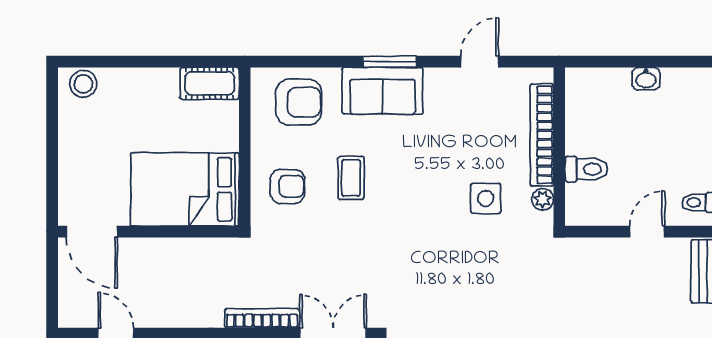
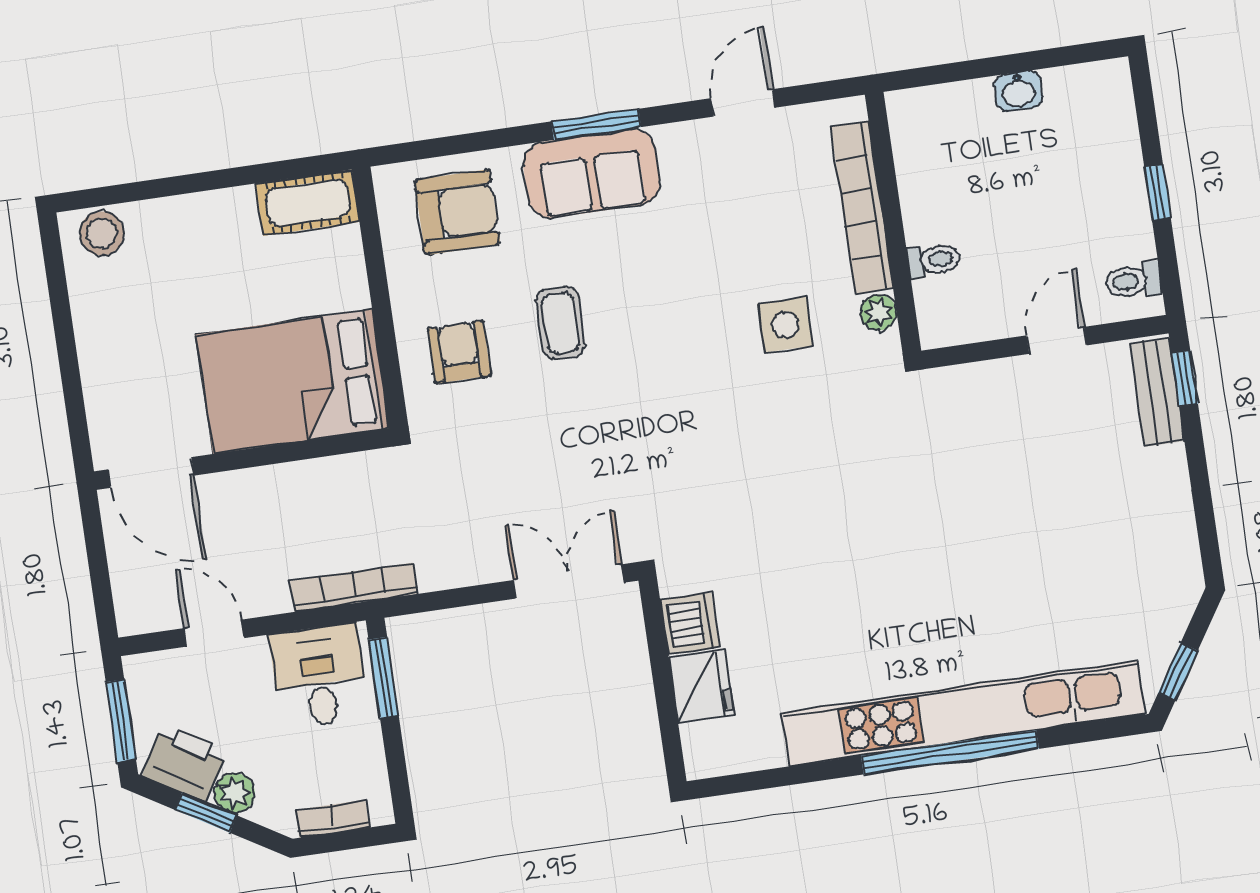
toilet: (586, 169) -> (934, 260), width x0.73, depth x0.72
armchair: (287, 186) -> (459, 352), turned -90
bookcase: (262, 318) -> (354, 587), moved

